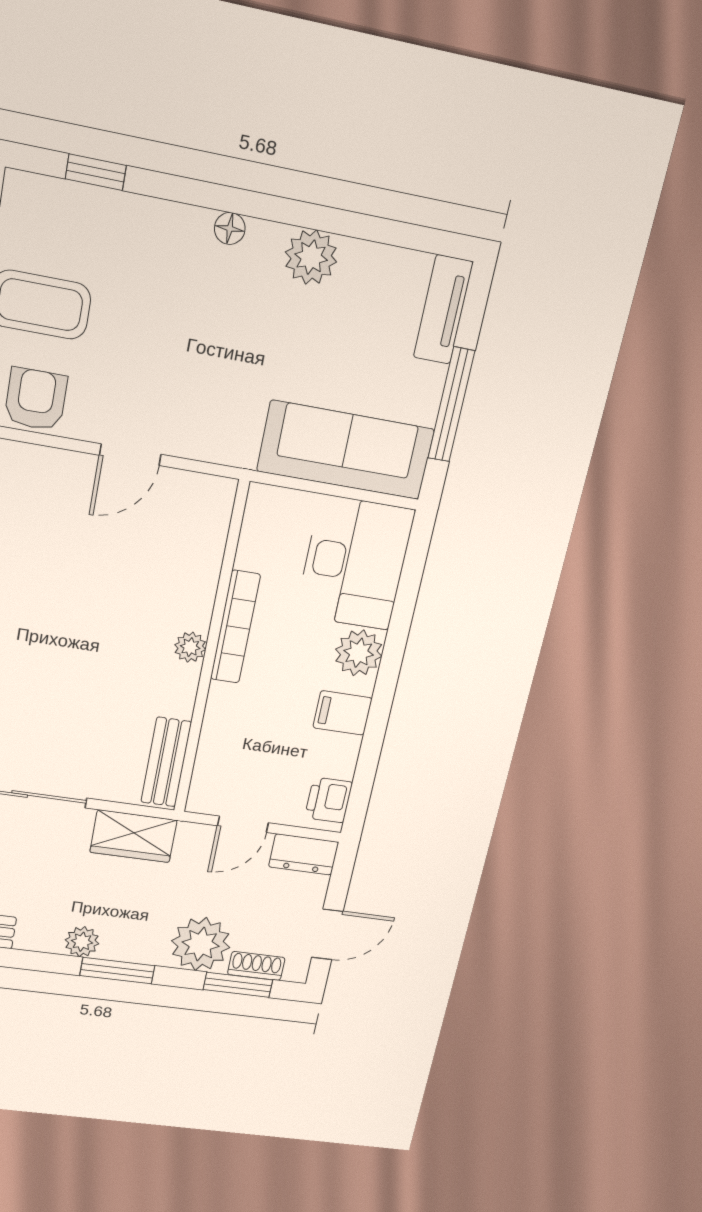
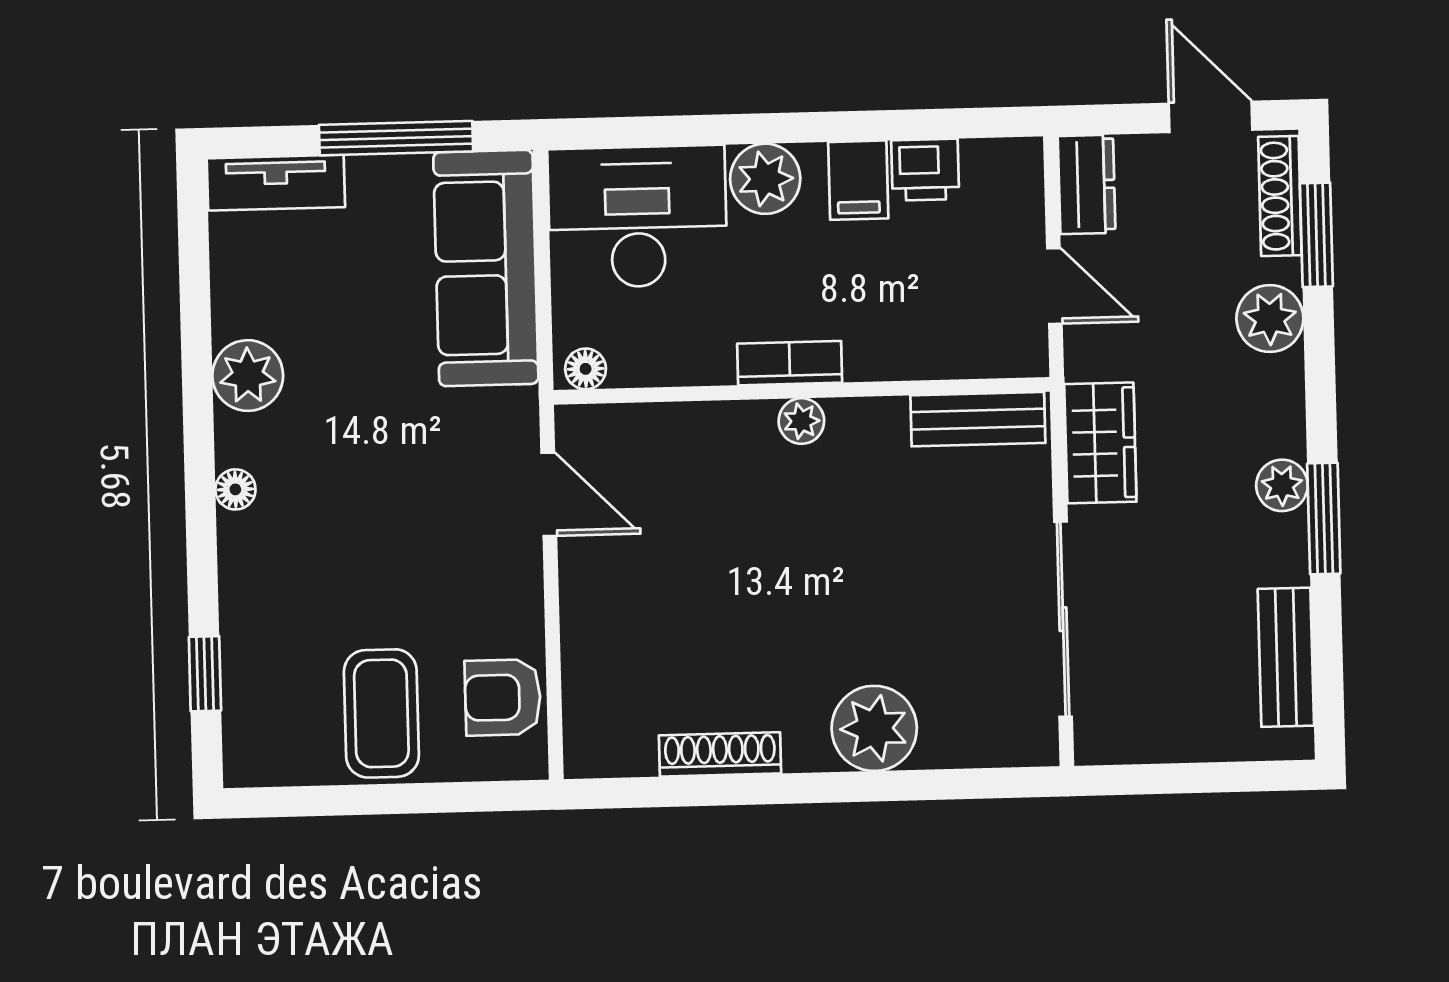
door: (130, 455) -> (549, 494), moved
floor lamp: (259, 506) -> (586, 369), added
bookcase: (235, 627) -> (790, 363), width x0.64
printer: (329, 800) -> (925, 170), moved
plant: (201, 944) -> (1270, 319), width x0.73, depth x0.73
shoe rack: (256, 966) -> (1280, 196), width x1.43
window: (117, 971) -> (1324, 519), moved

